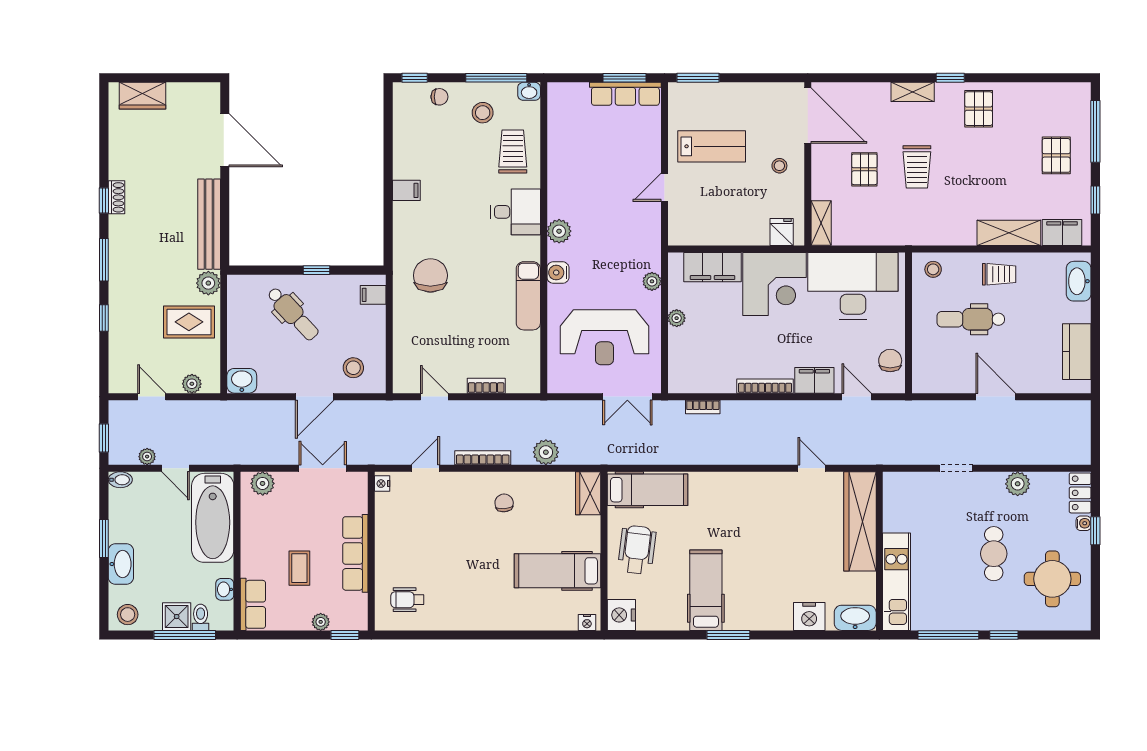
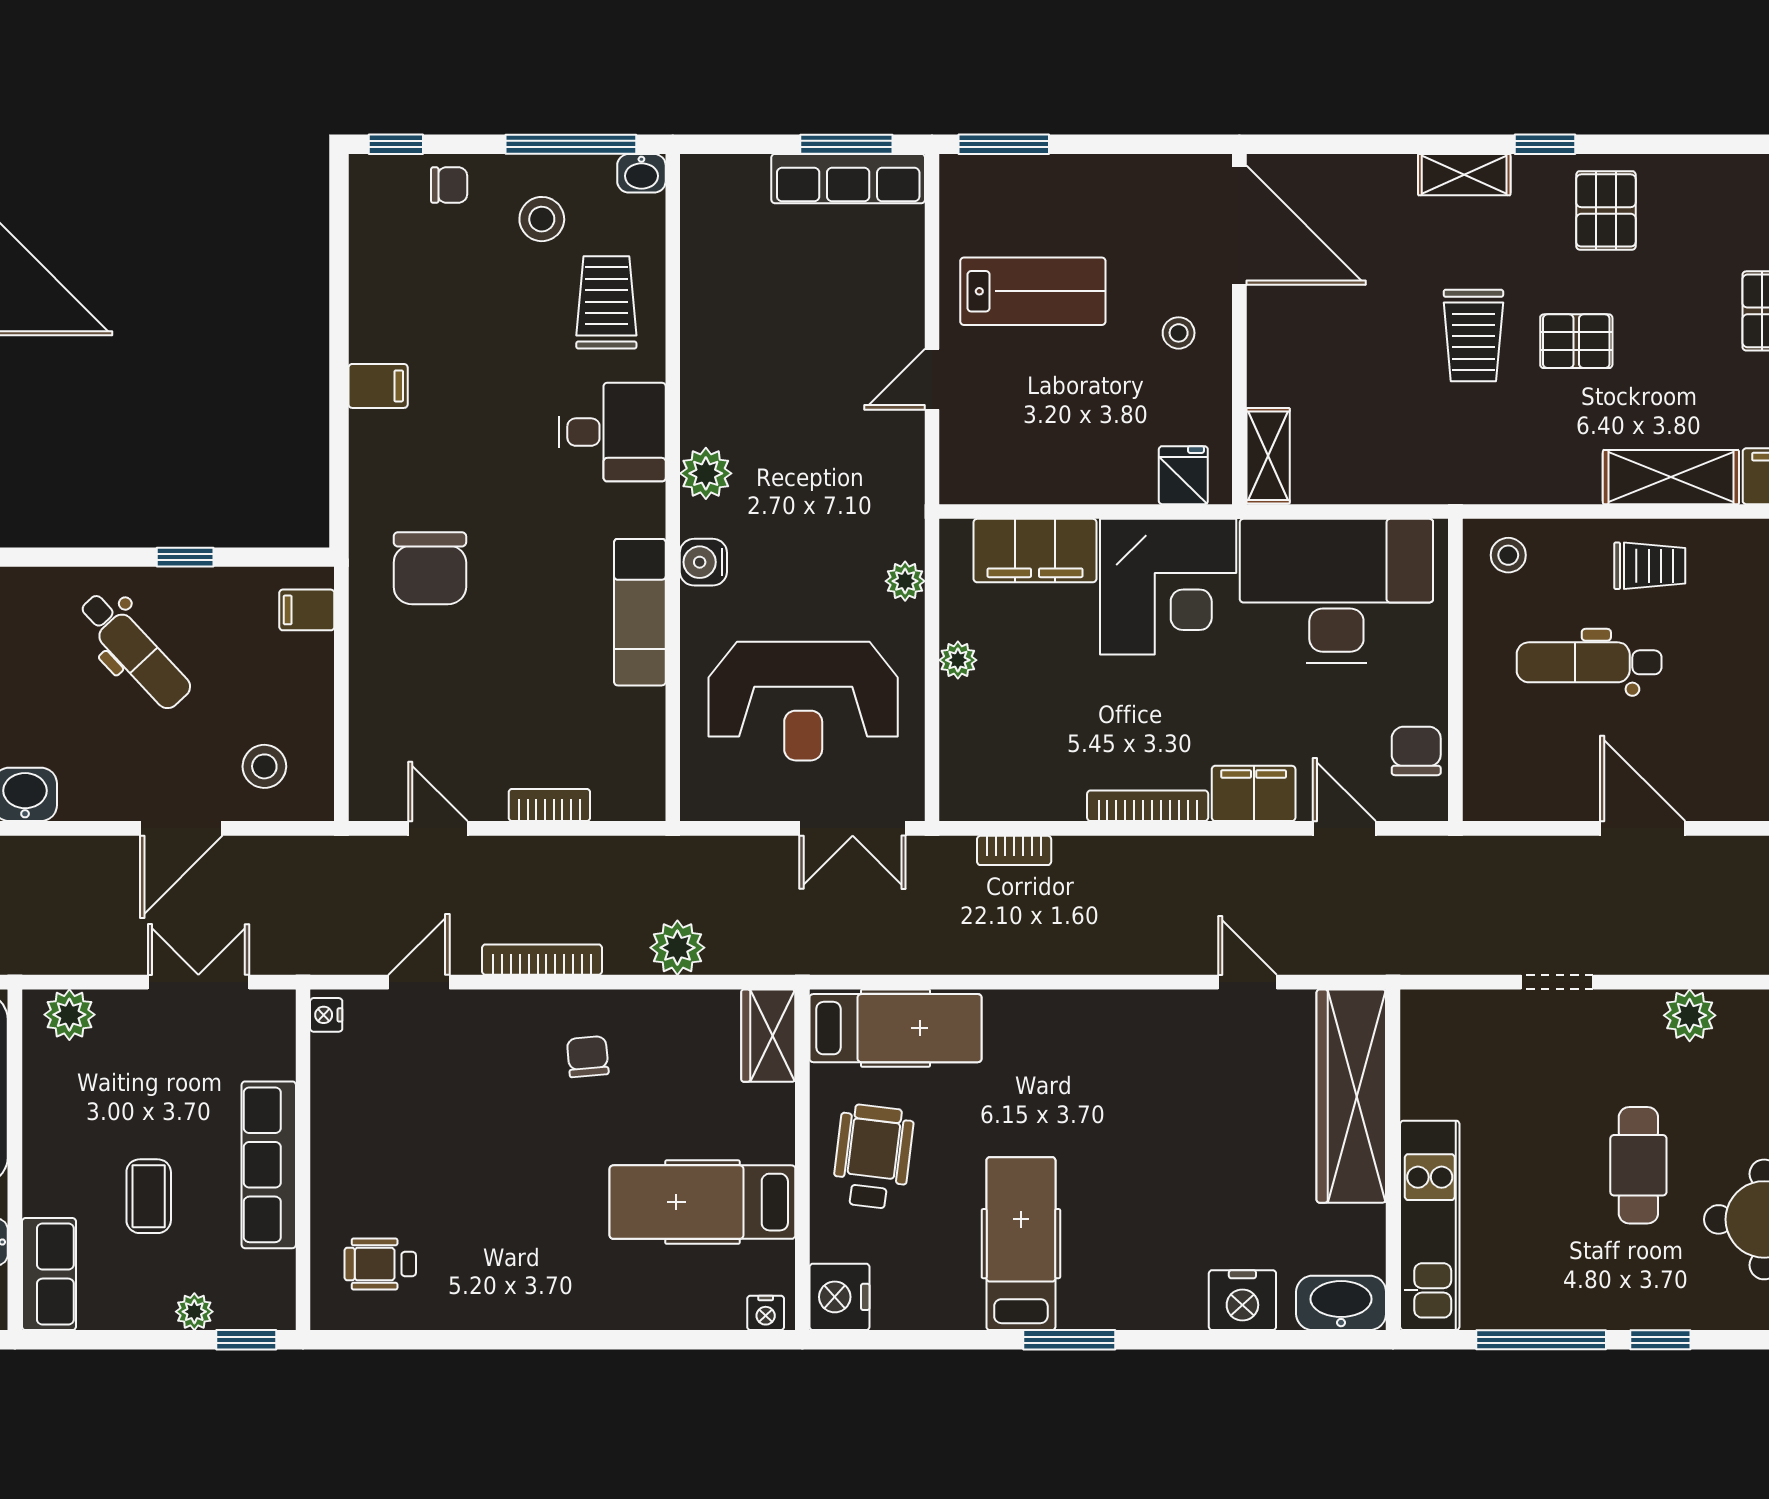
pallet: (864, 169) -> (1576, 341), moved, turned 90
chair: (430, 275) -> (430, 568), turned 180

